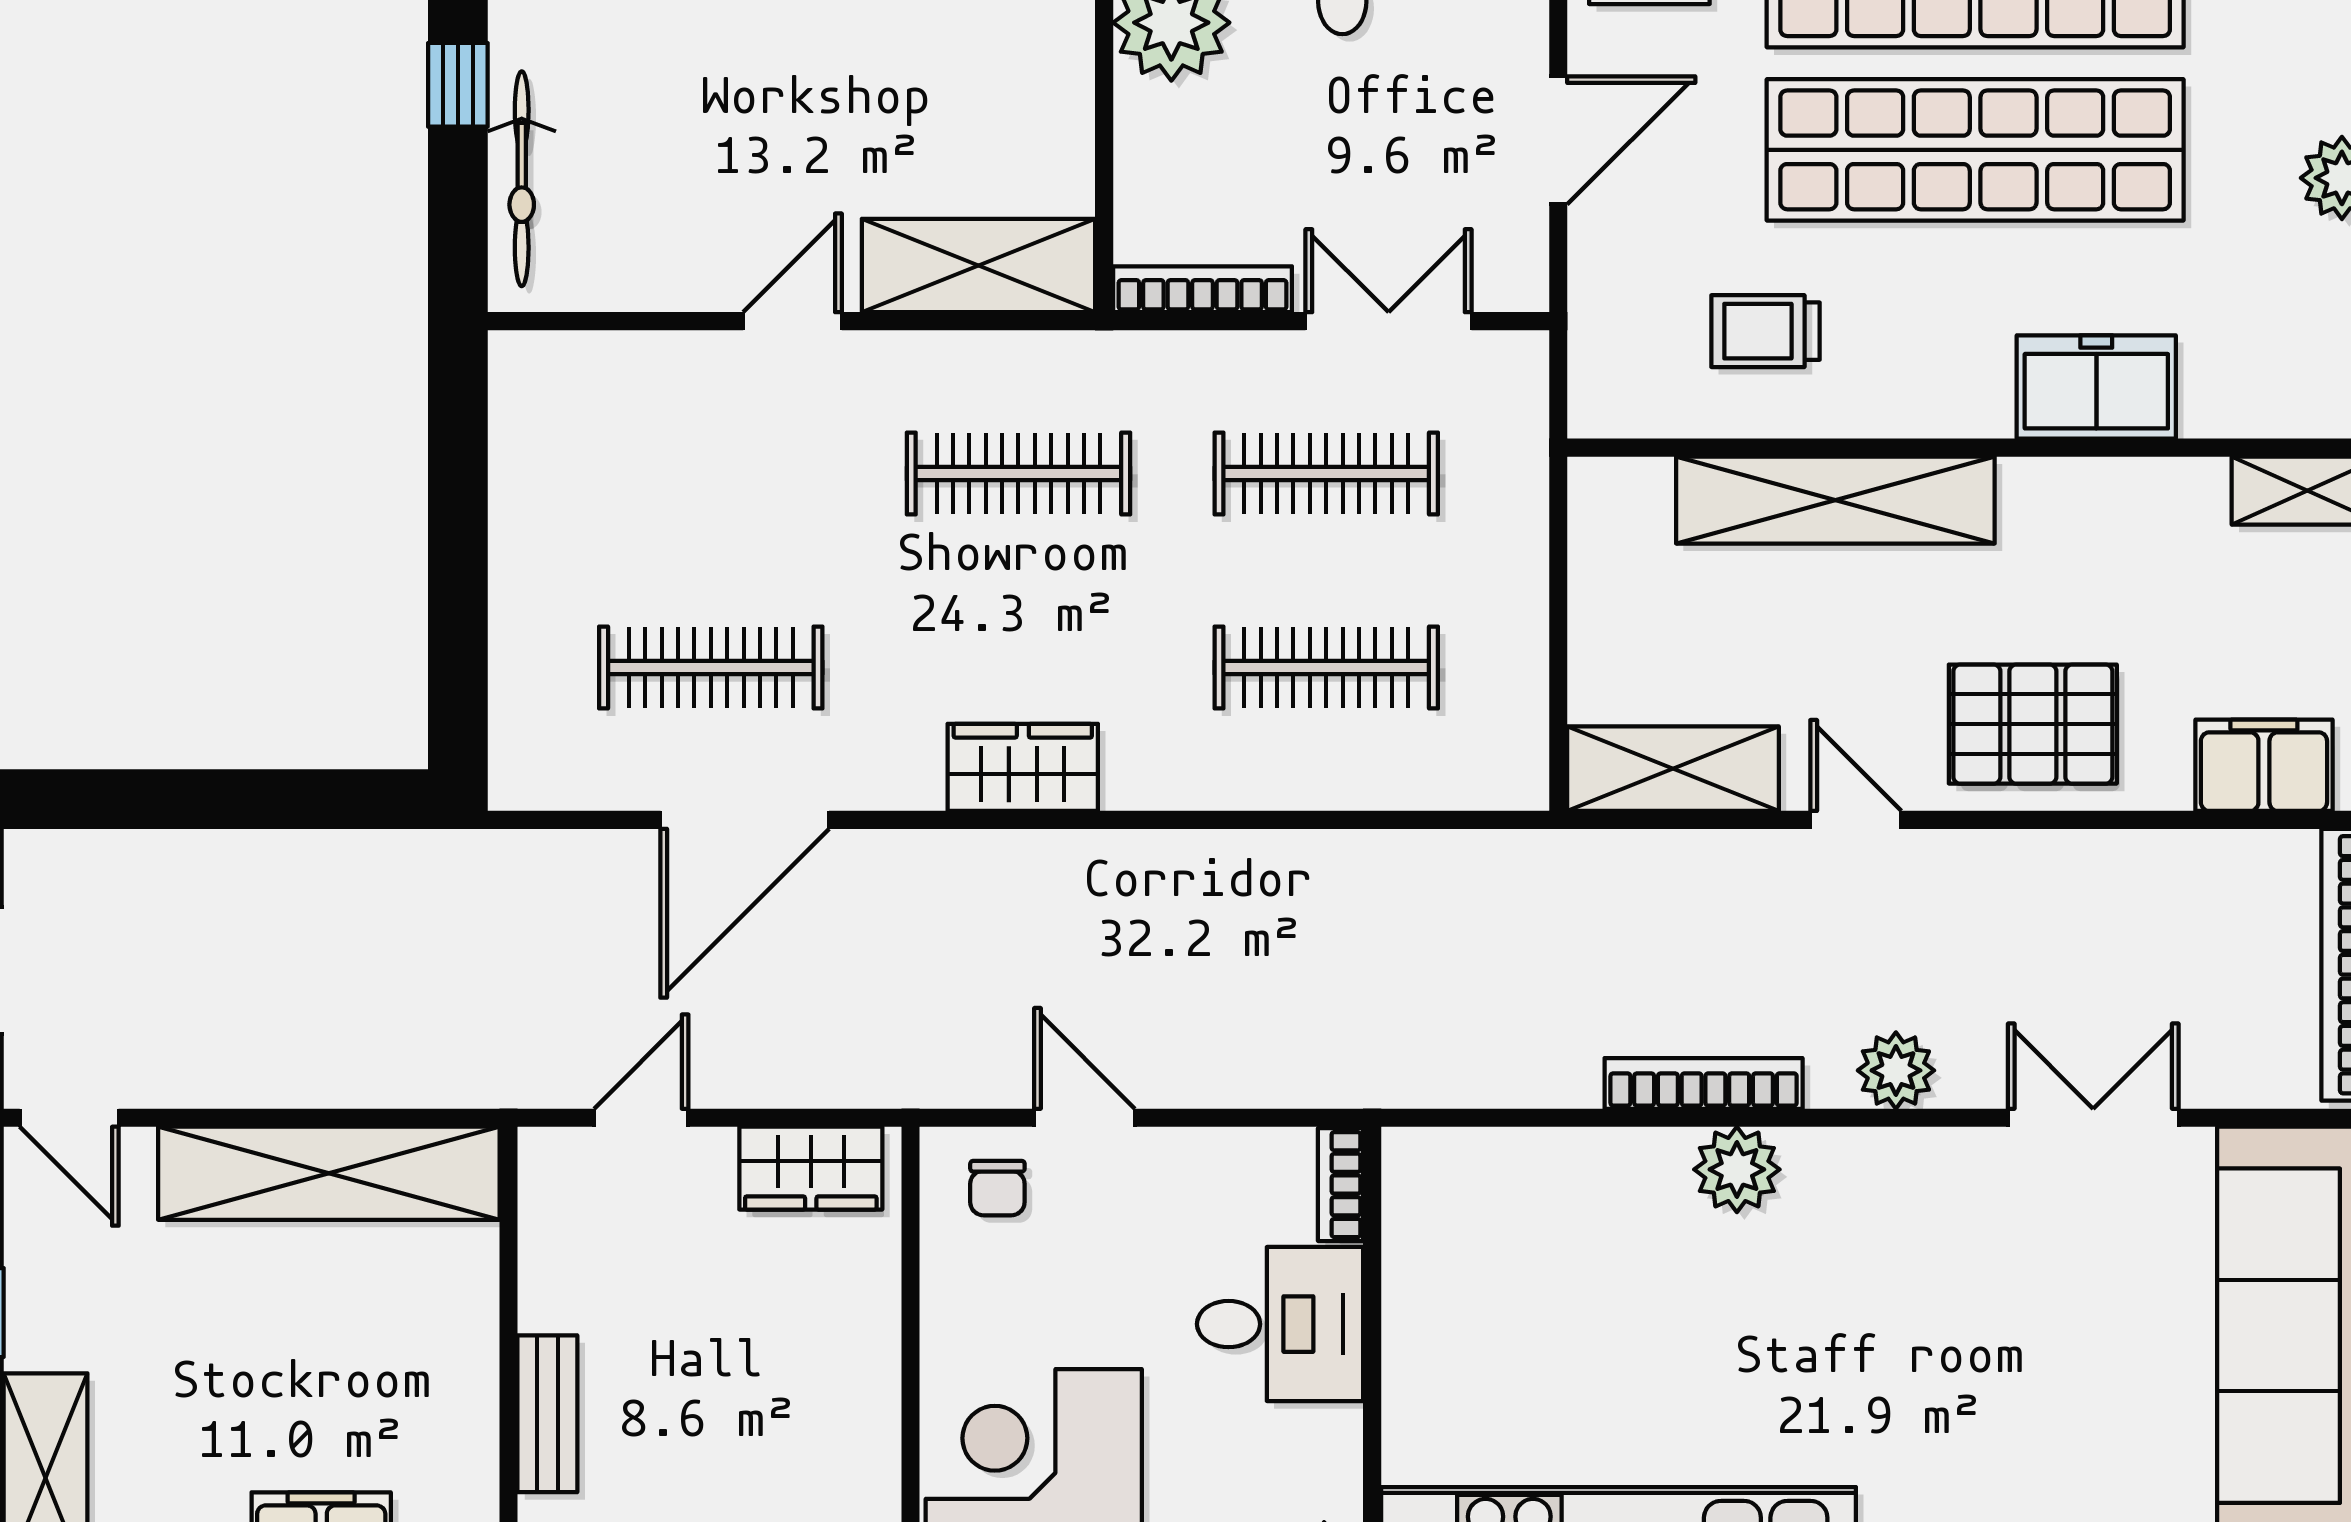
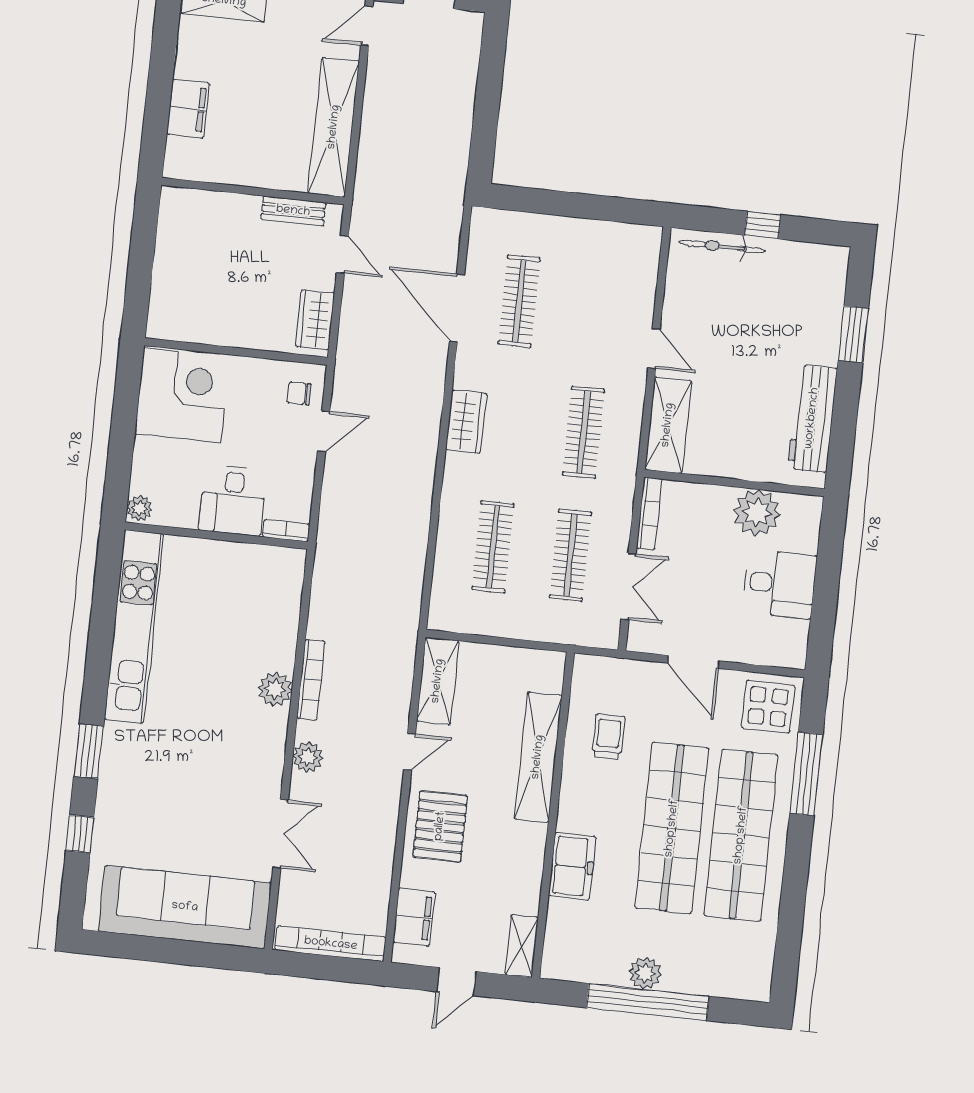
bench: (547, 1414) -> (293, 211), moved

